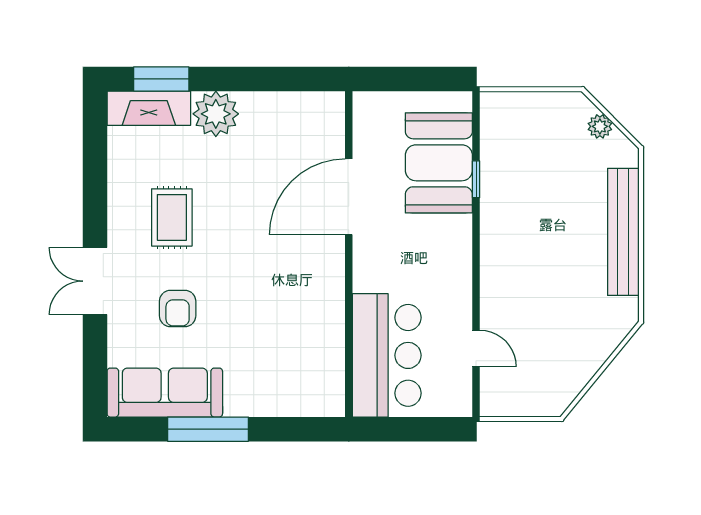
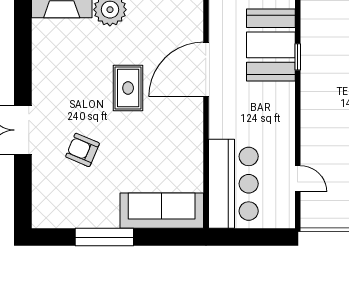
rug: (172, 217) -> (128, 88), moved
armchair: (178, 309) -> (82, 150), turned 113
sofa: (165, 393) -> (162, 211), moved

